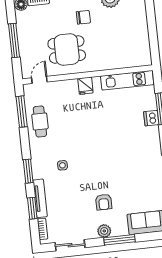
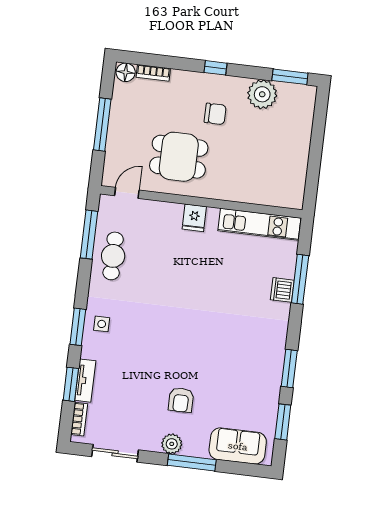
side table: (62, 165) -> (102, 324), moved
tv unit: (40, 198) -> (85, 381), width x0.71

